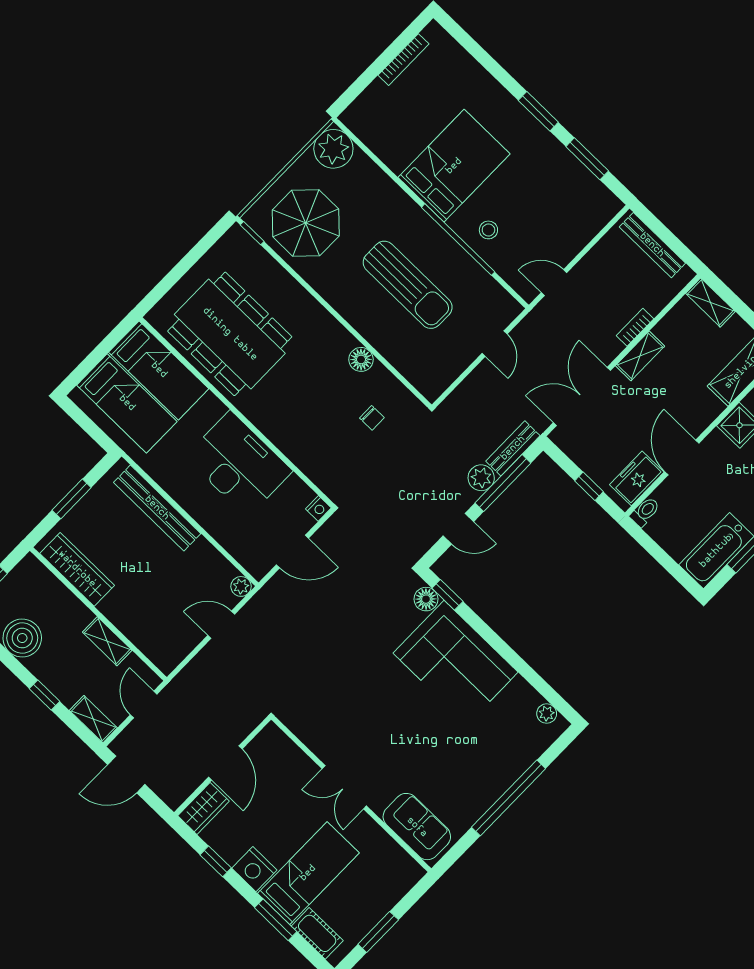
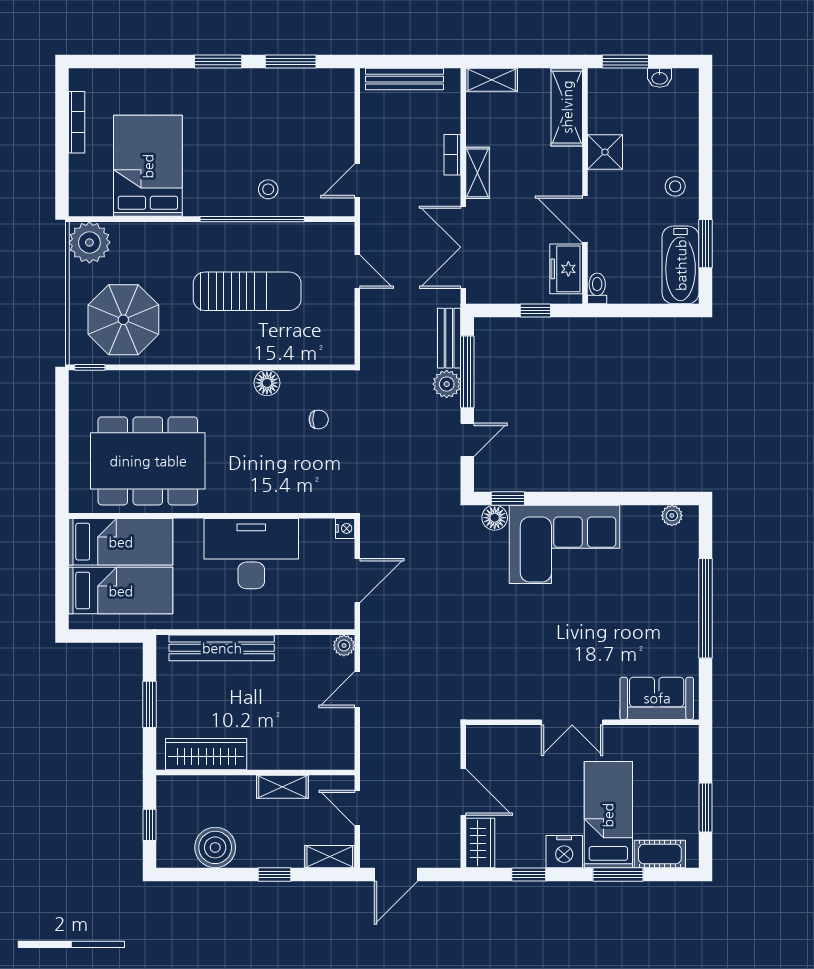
bed: (454, 166) -> (148, 166), moved

